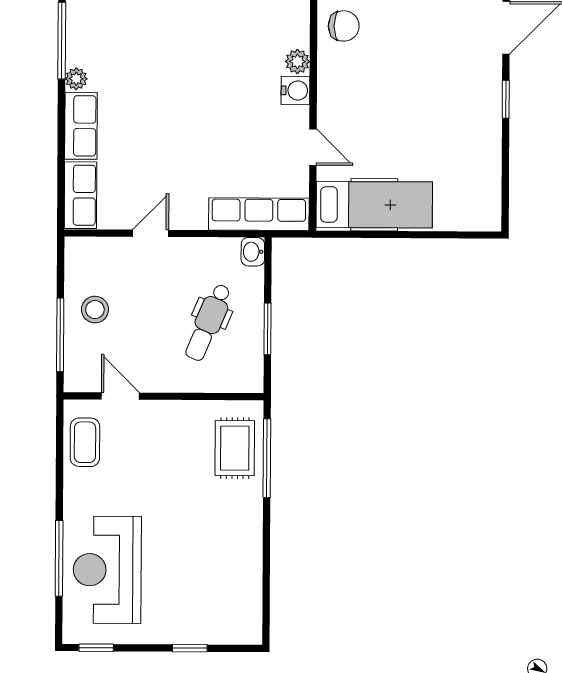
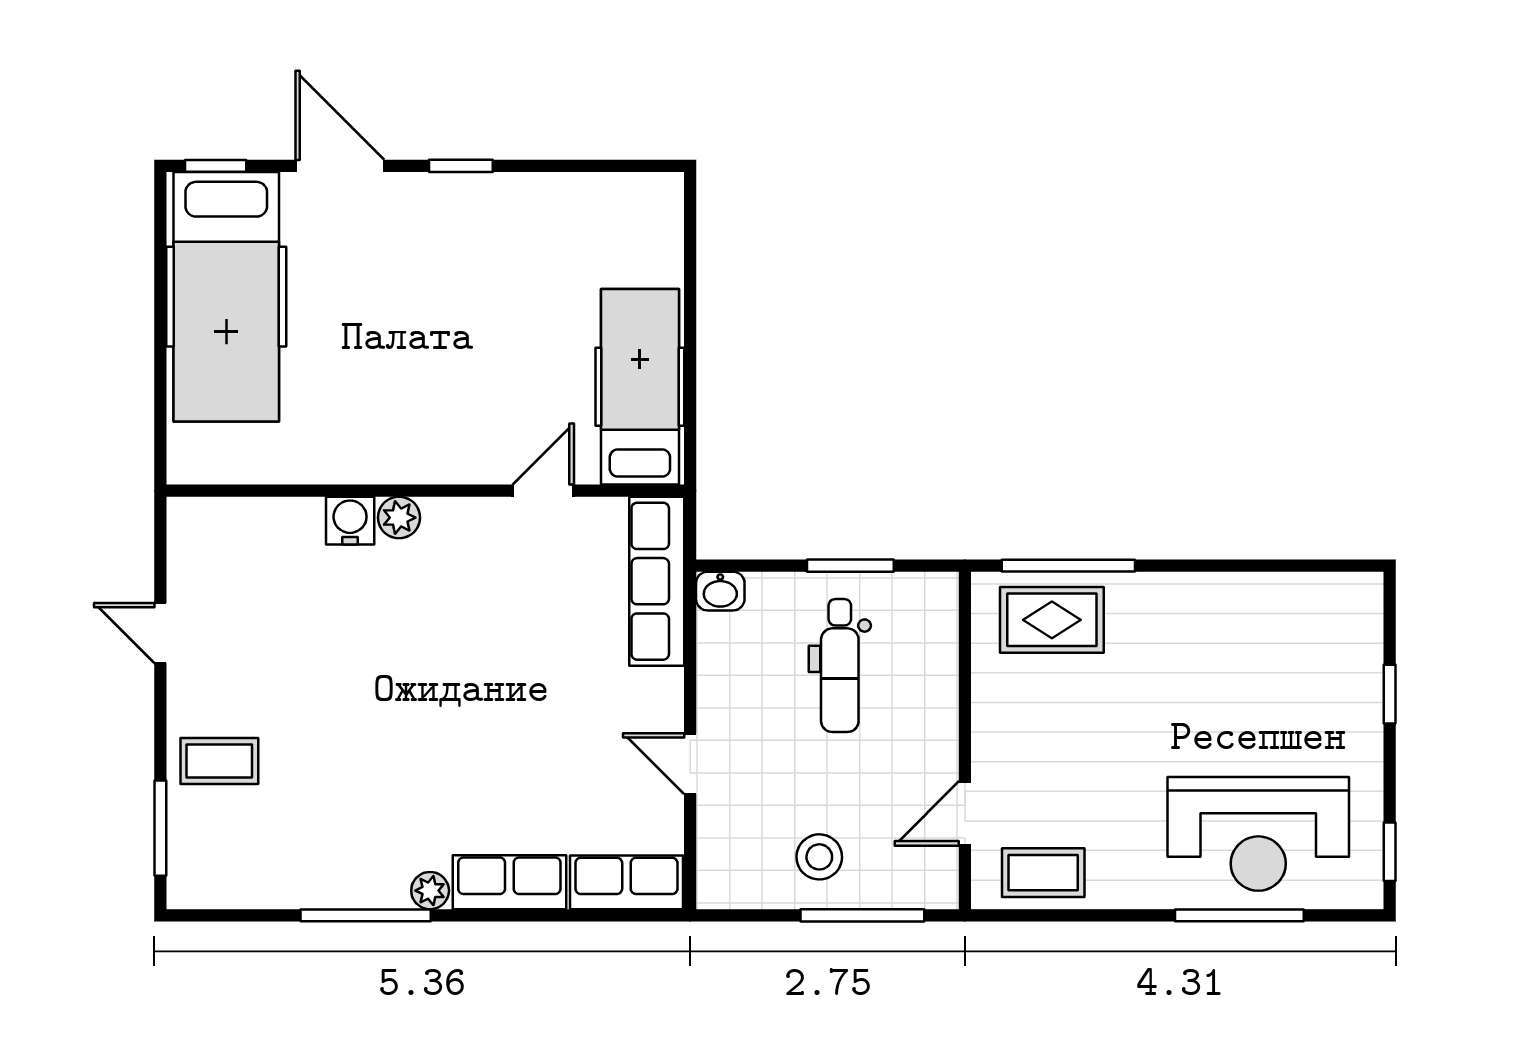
chair: (344, 26) -> (339, 440), removed
water cooler: (295, 90) -> (350, 521), moved
dental chair: (208, 322) -> (840, 666), turned 67

